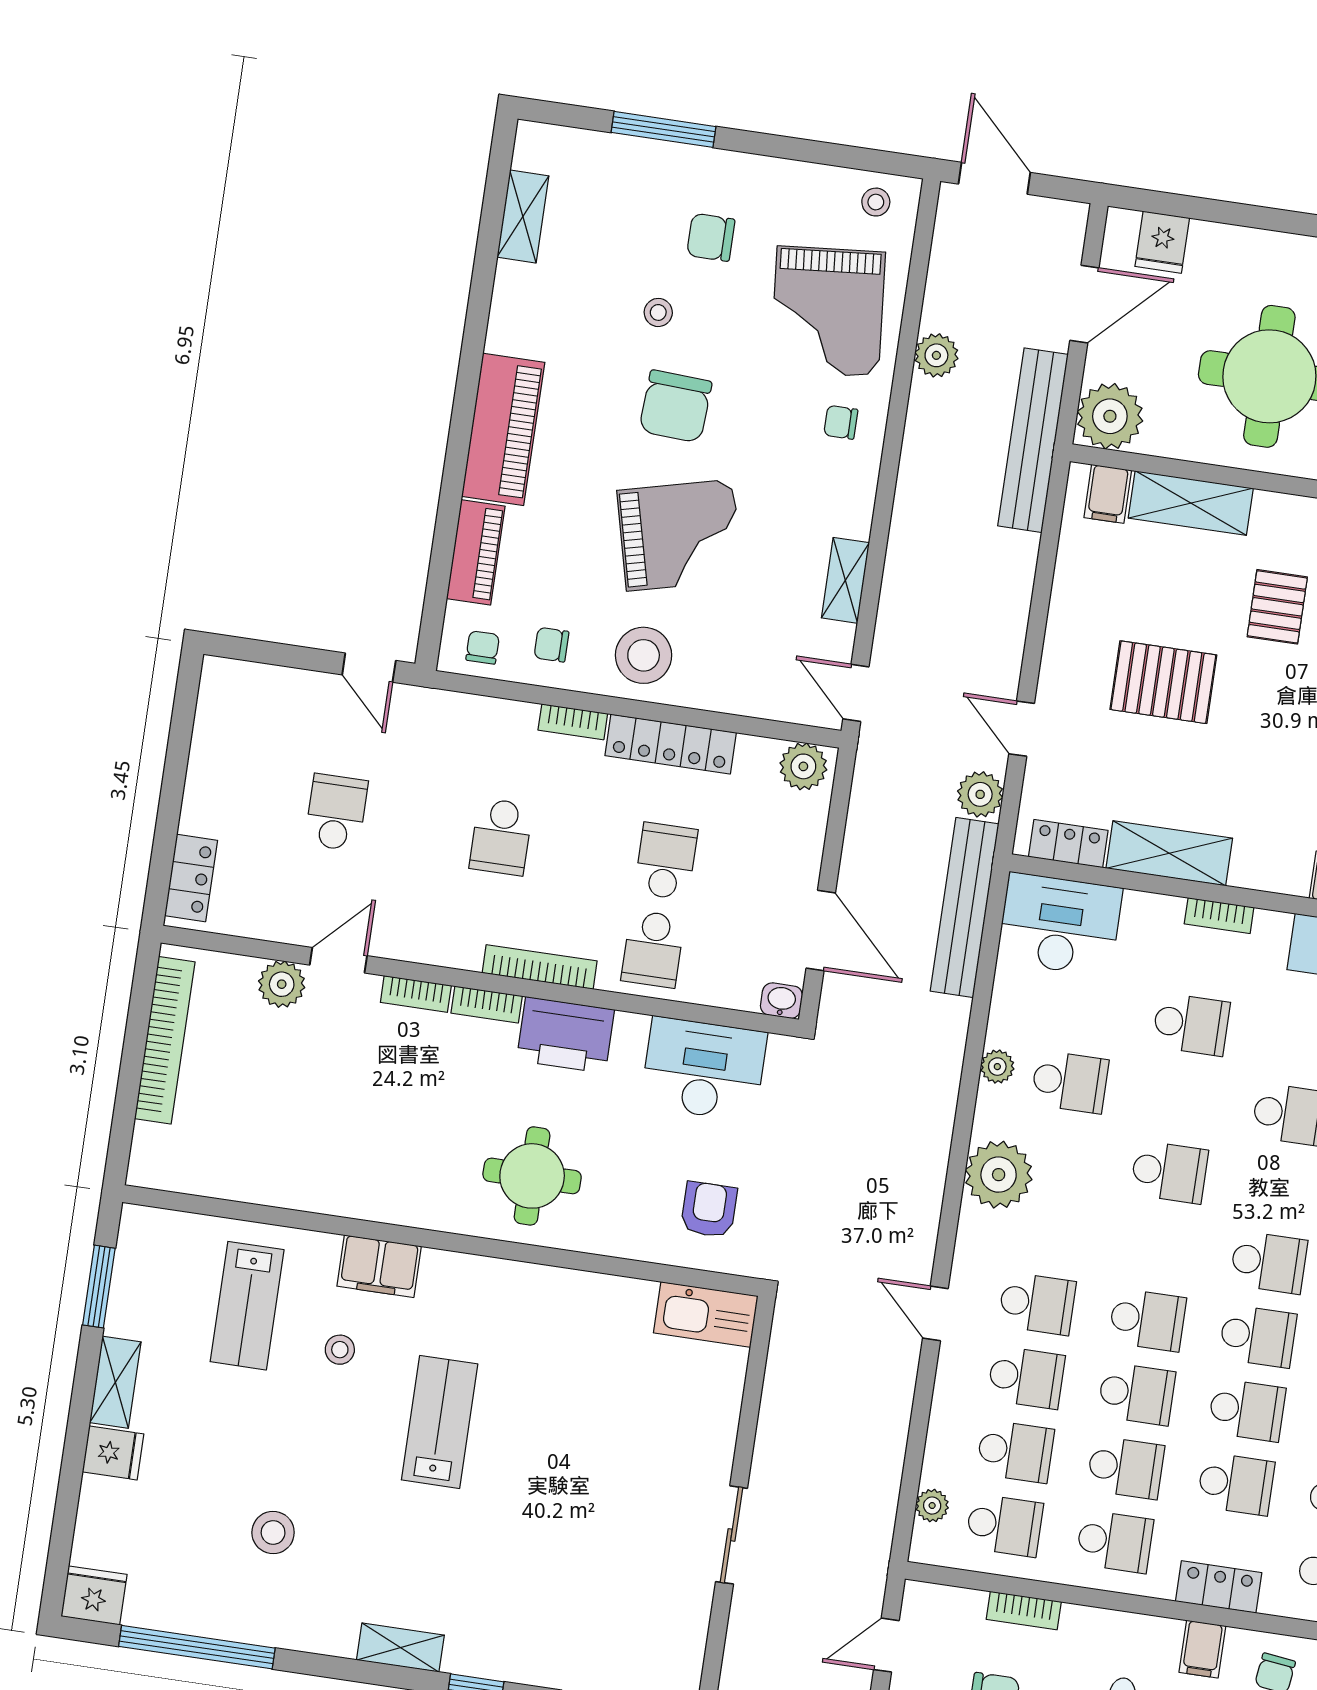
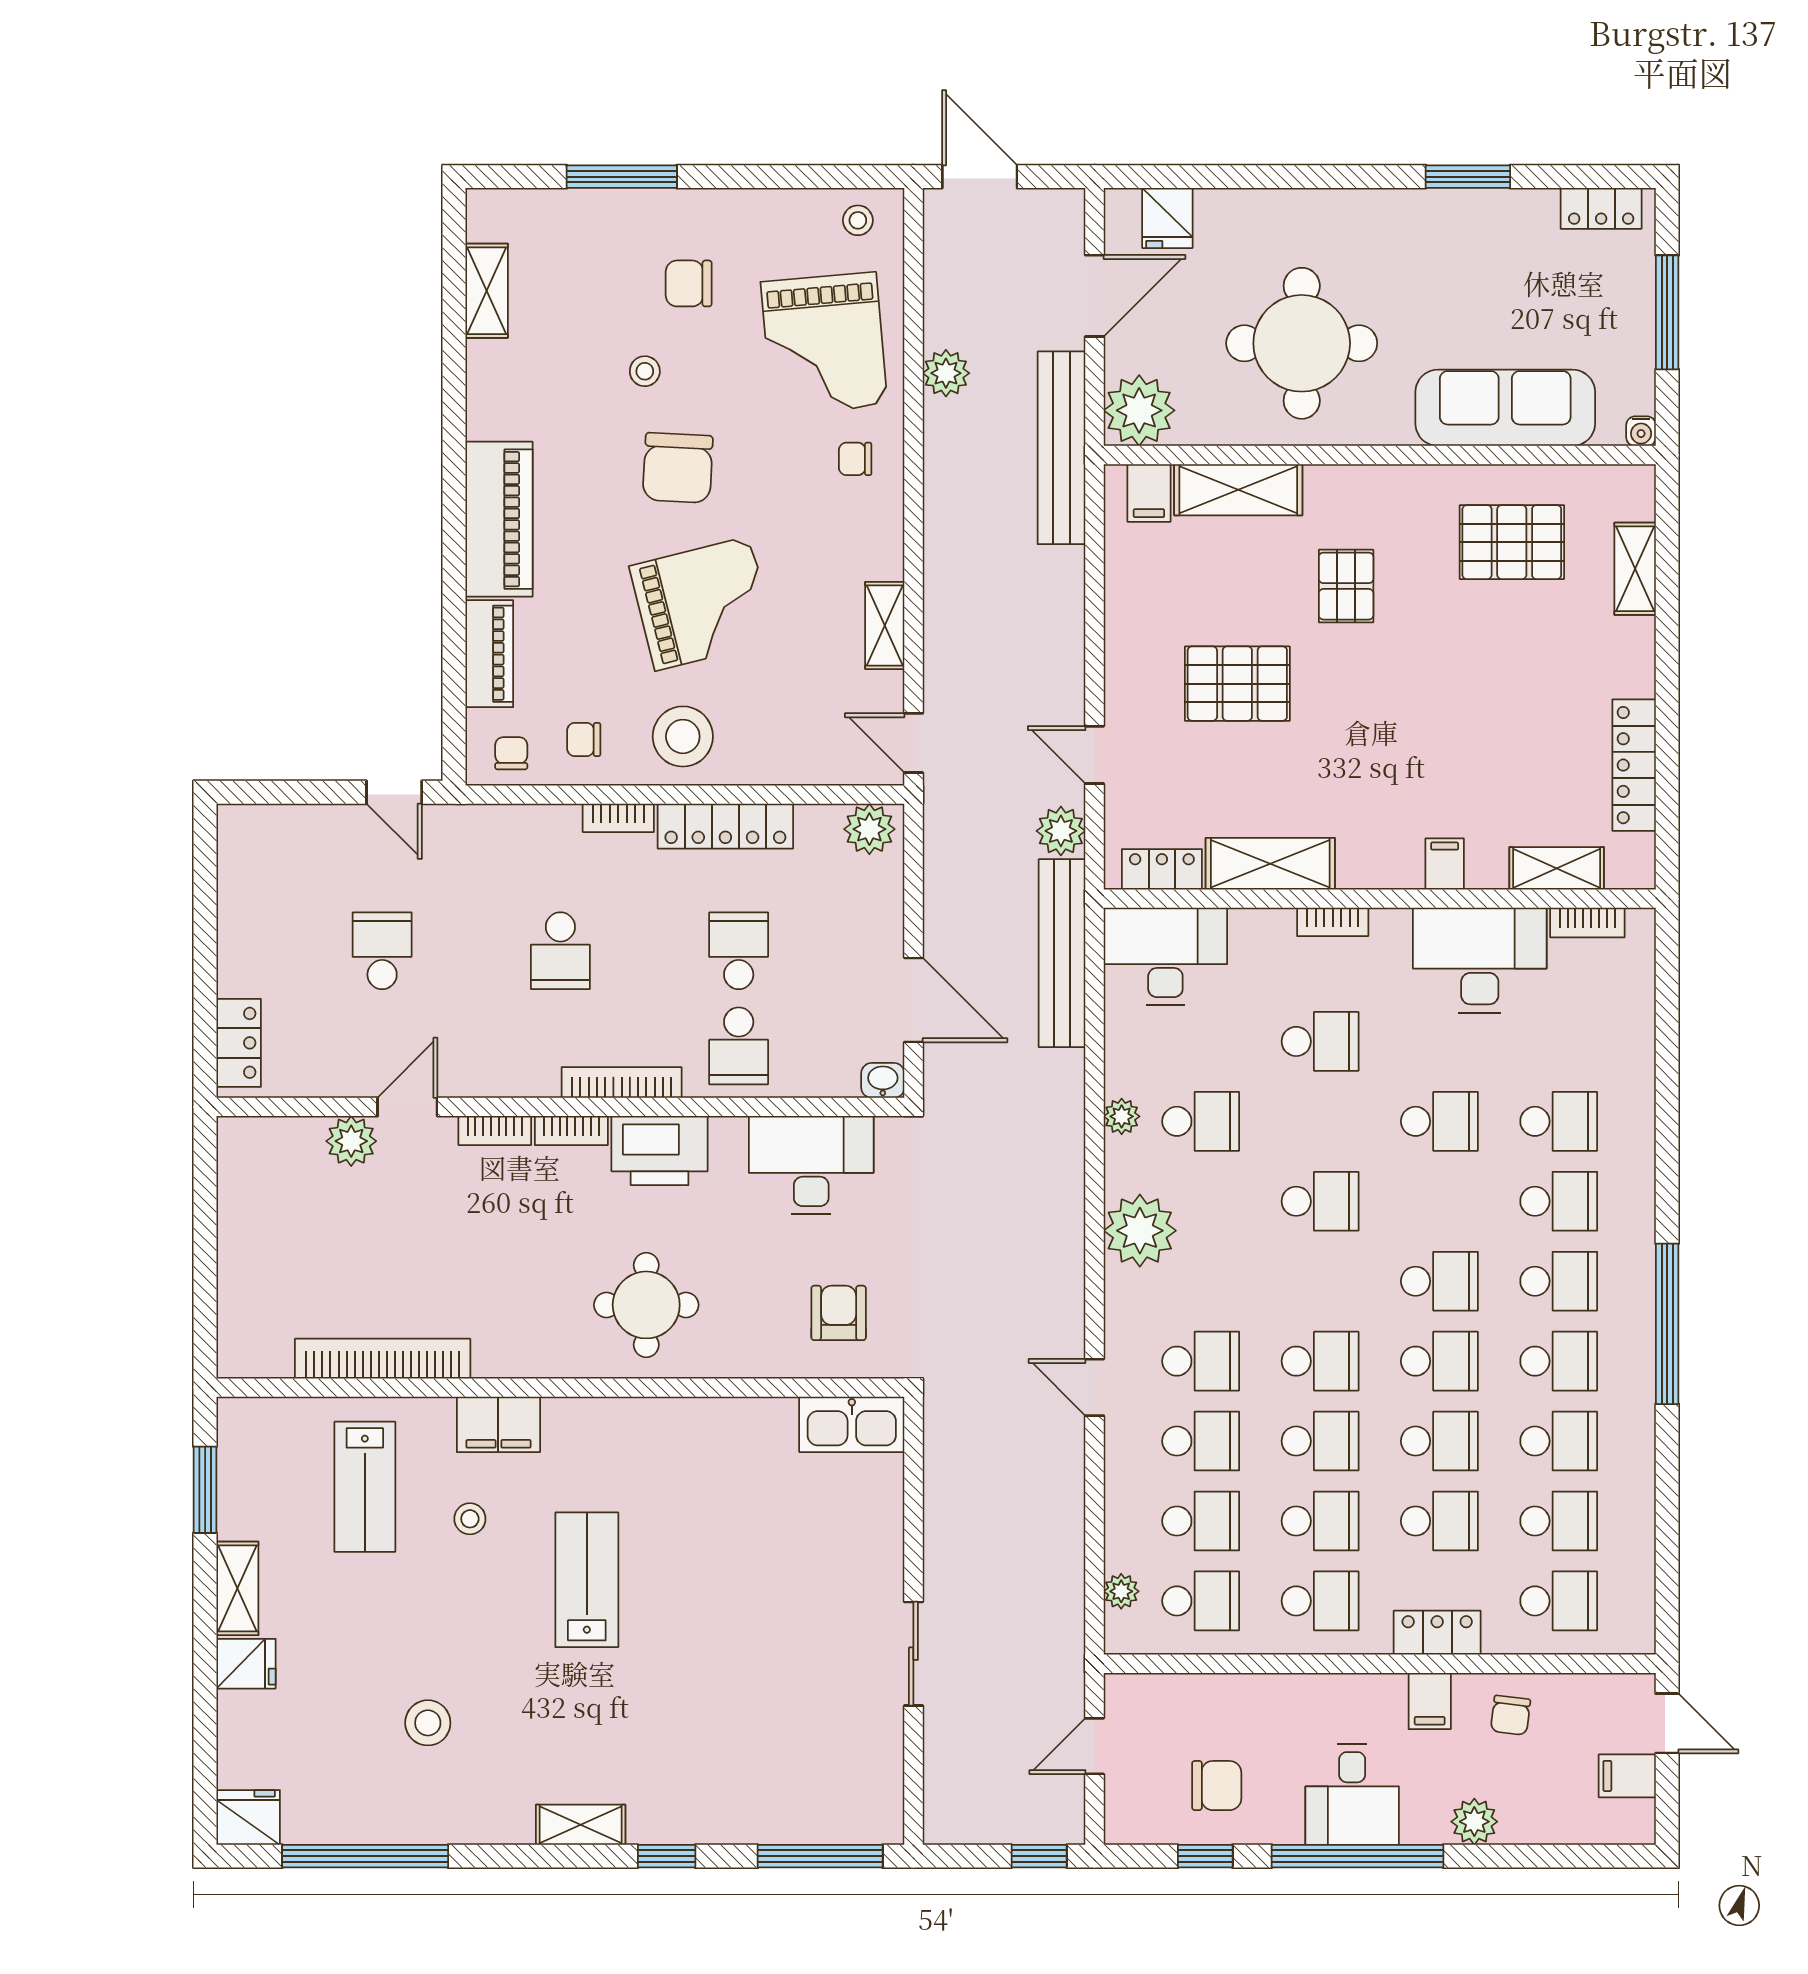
bookcase: (165, 1040) -> (383, 1359), moved, turned -90
bookcase: (1024, 1611) -> (1235, 1688), removed

